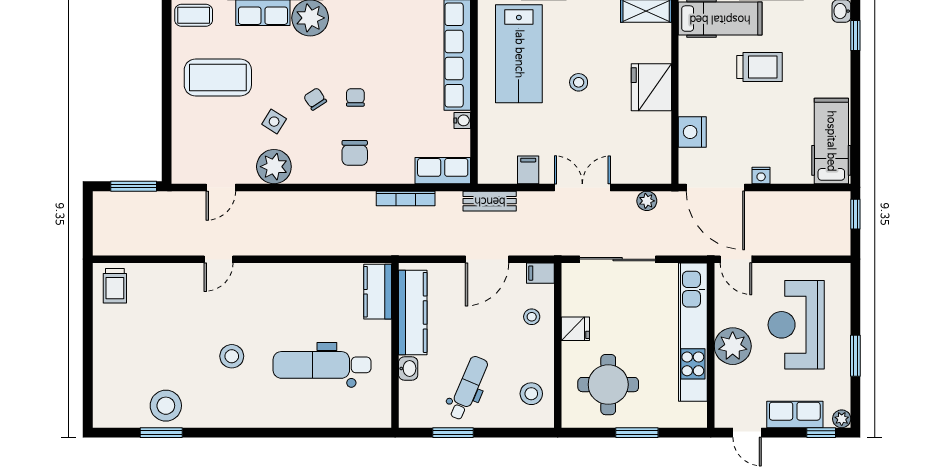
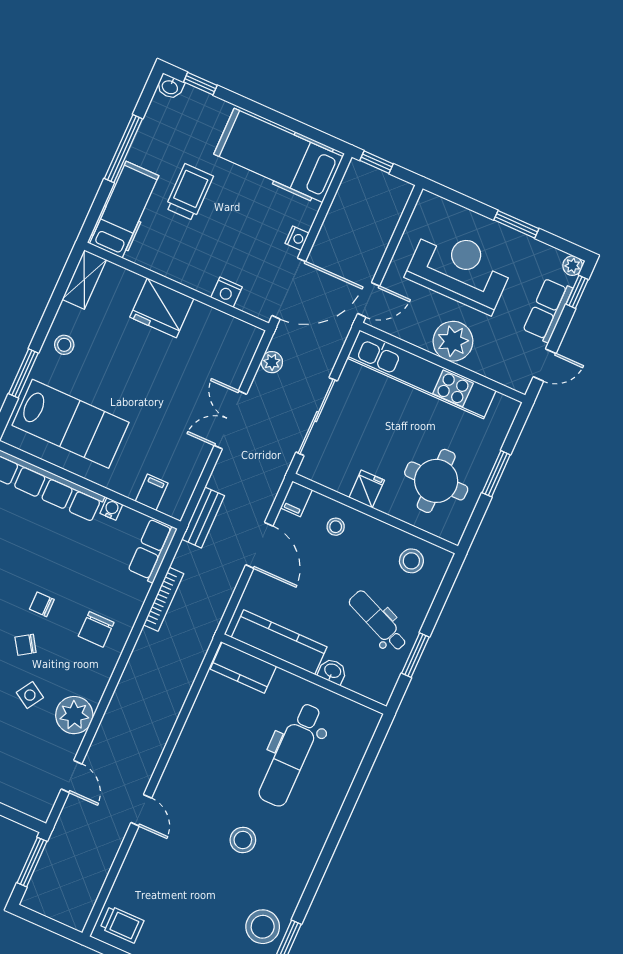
stool: (579, 82) -> (64, 345), moved
nightstand: (692, 132) -> (226, 292), width x0.74, depth x0.75
hospital bed: (831, 141) -> (278, 155), width x1.37, depth x1.29
chair: (355, 153) -> (96, 629), turned 90
filing cabinet: (528, 170) -> (152, 492), moved, turned 90
reception desk: (796, 325) -> (460, 269), turned 180

